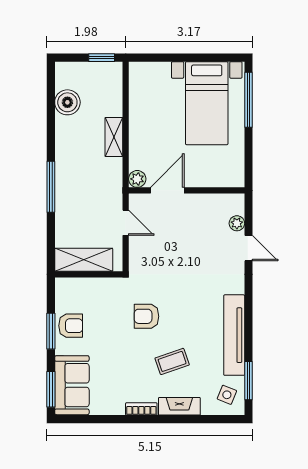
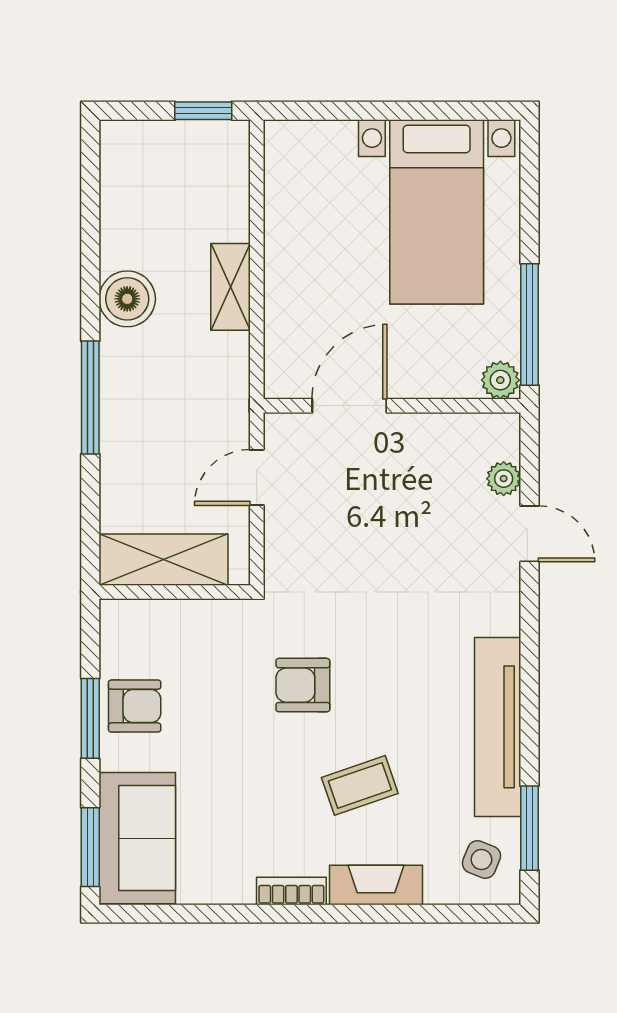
window: (249, 100) -> (529, 325), moved
boiler: (67, 102) -> (127, 299), moved
plant: (137, 179) -> (500, 380), moved
door: (126, 223) -> (257, 477), swing flipped

